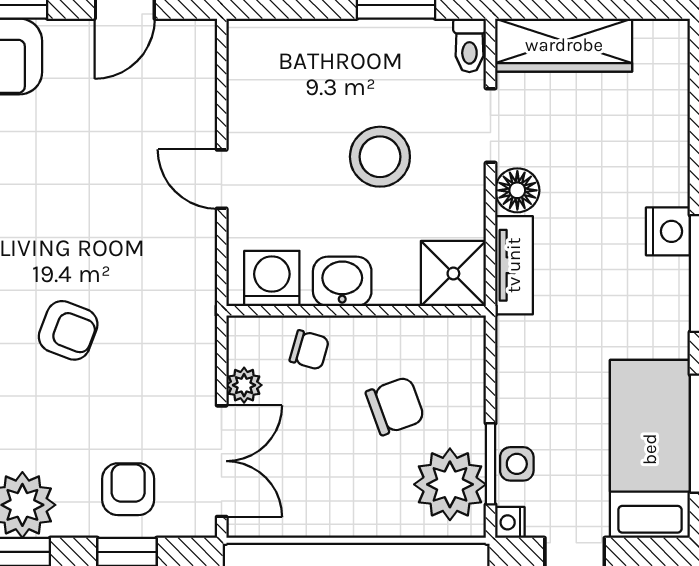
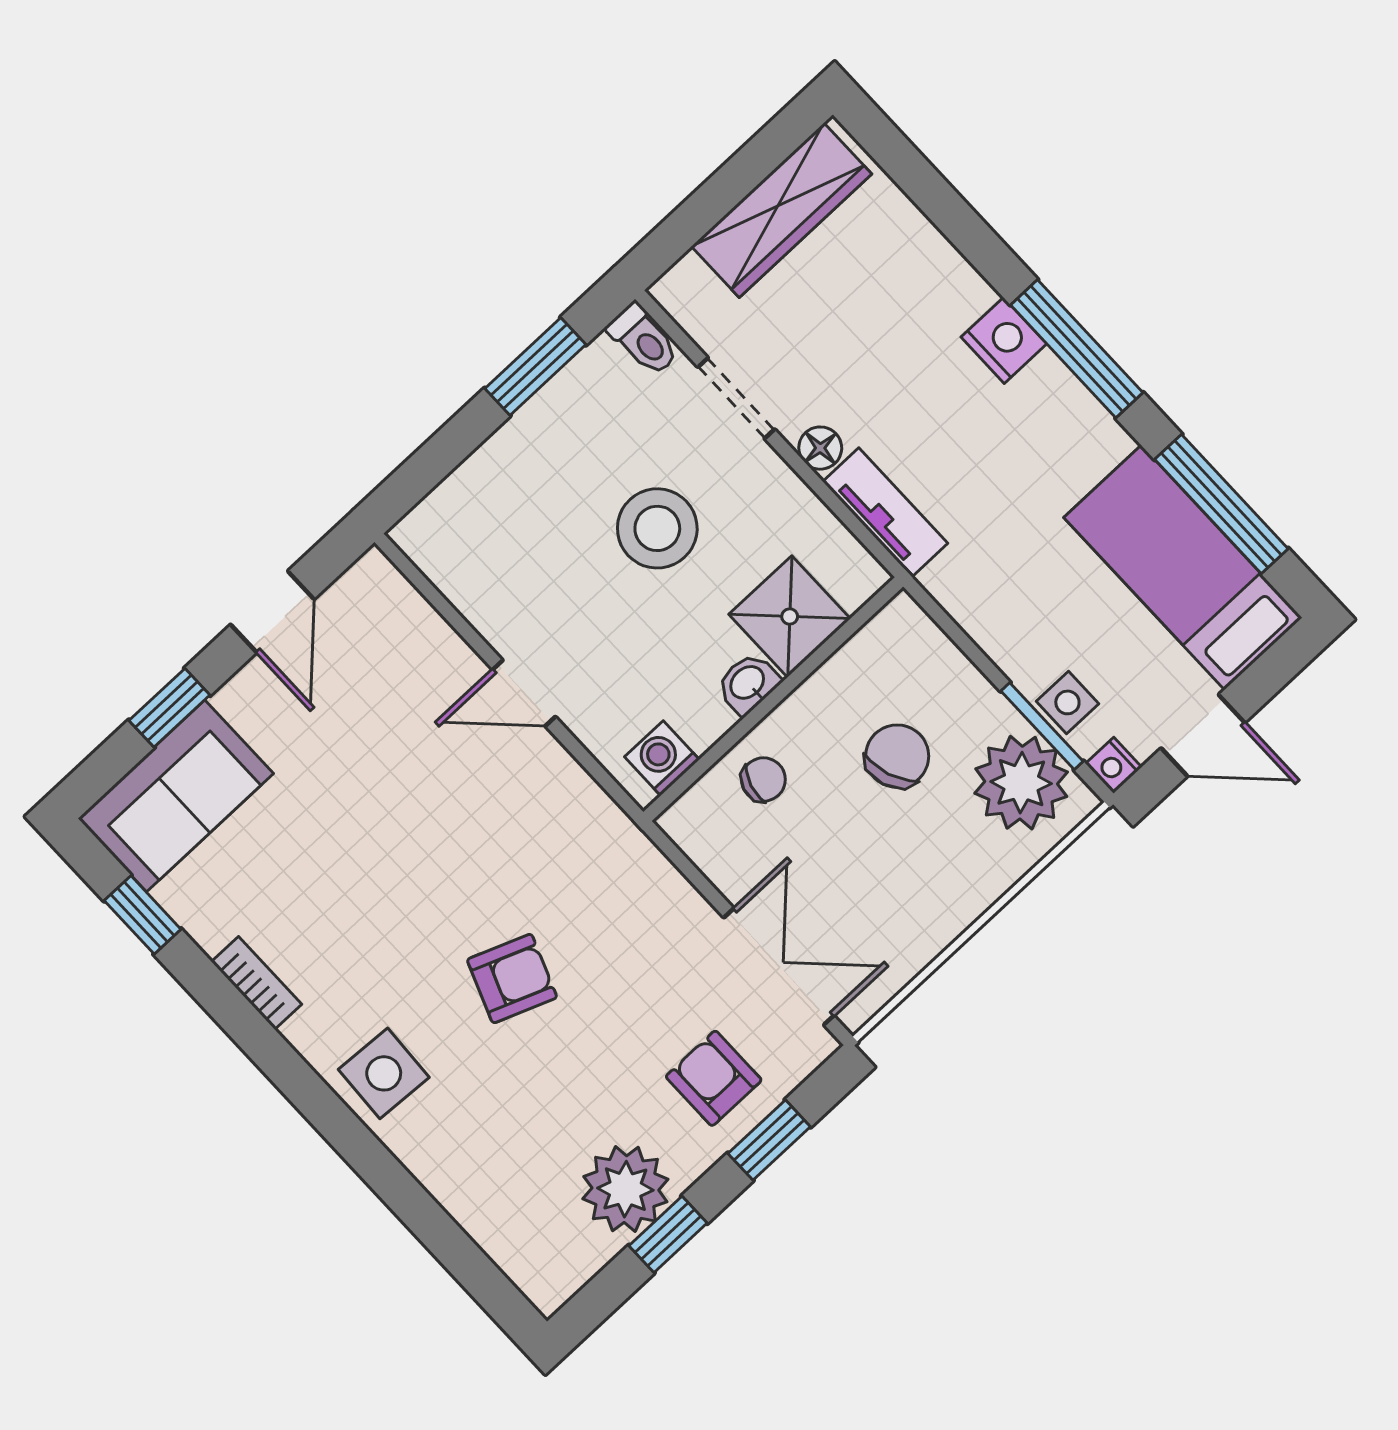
wardrobe: (564, 45) -> (782, 210), moved
floor lamp: (517, 190) -> (820, 448), width x0.73, depth x0.73
shower: (453, 274) -> (790, 617), moved
washing machine: (272, 278) -> (662, 758), width x0.73, depth x0.73
washbasin: (342, 281) -> (748, 683), width x0.72, depth x0.69
plant: (244, 385) -> (732, 873), removed

